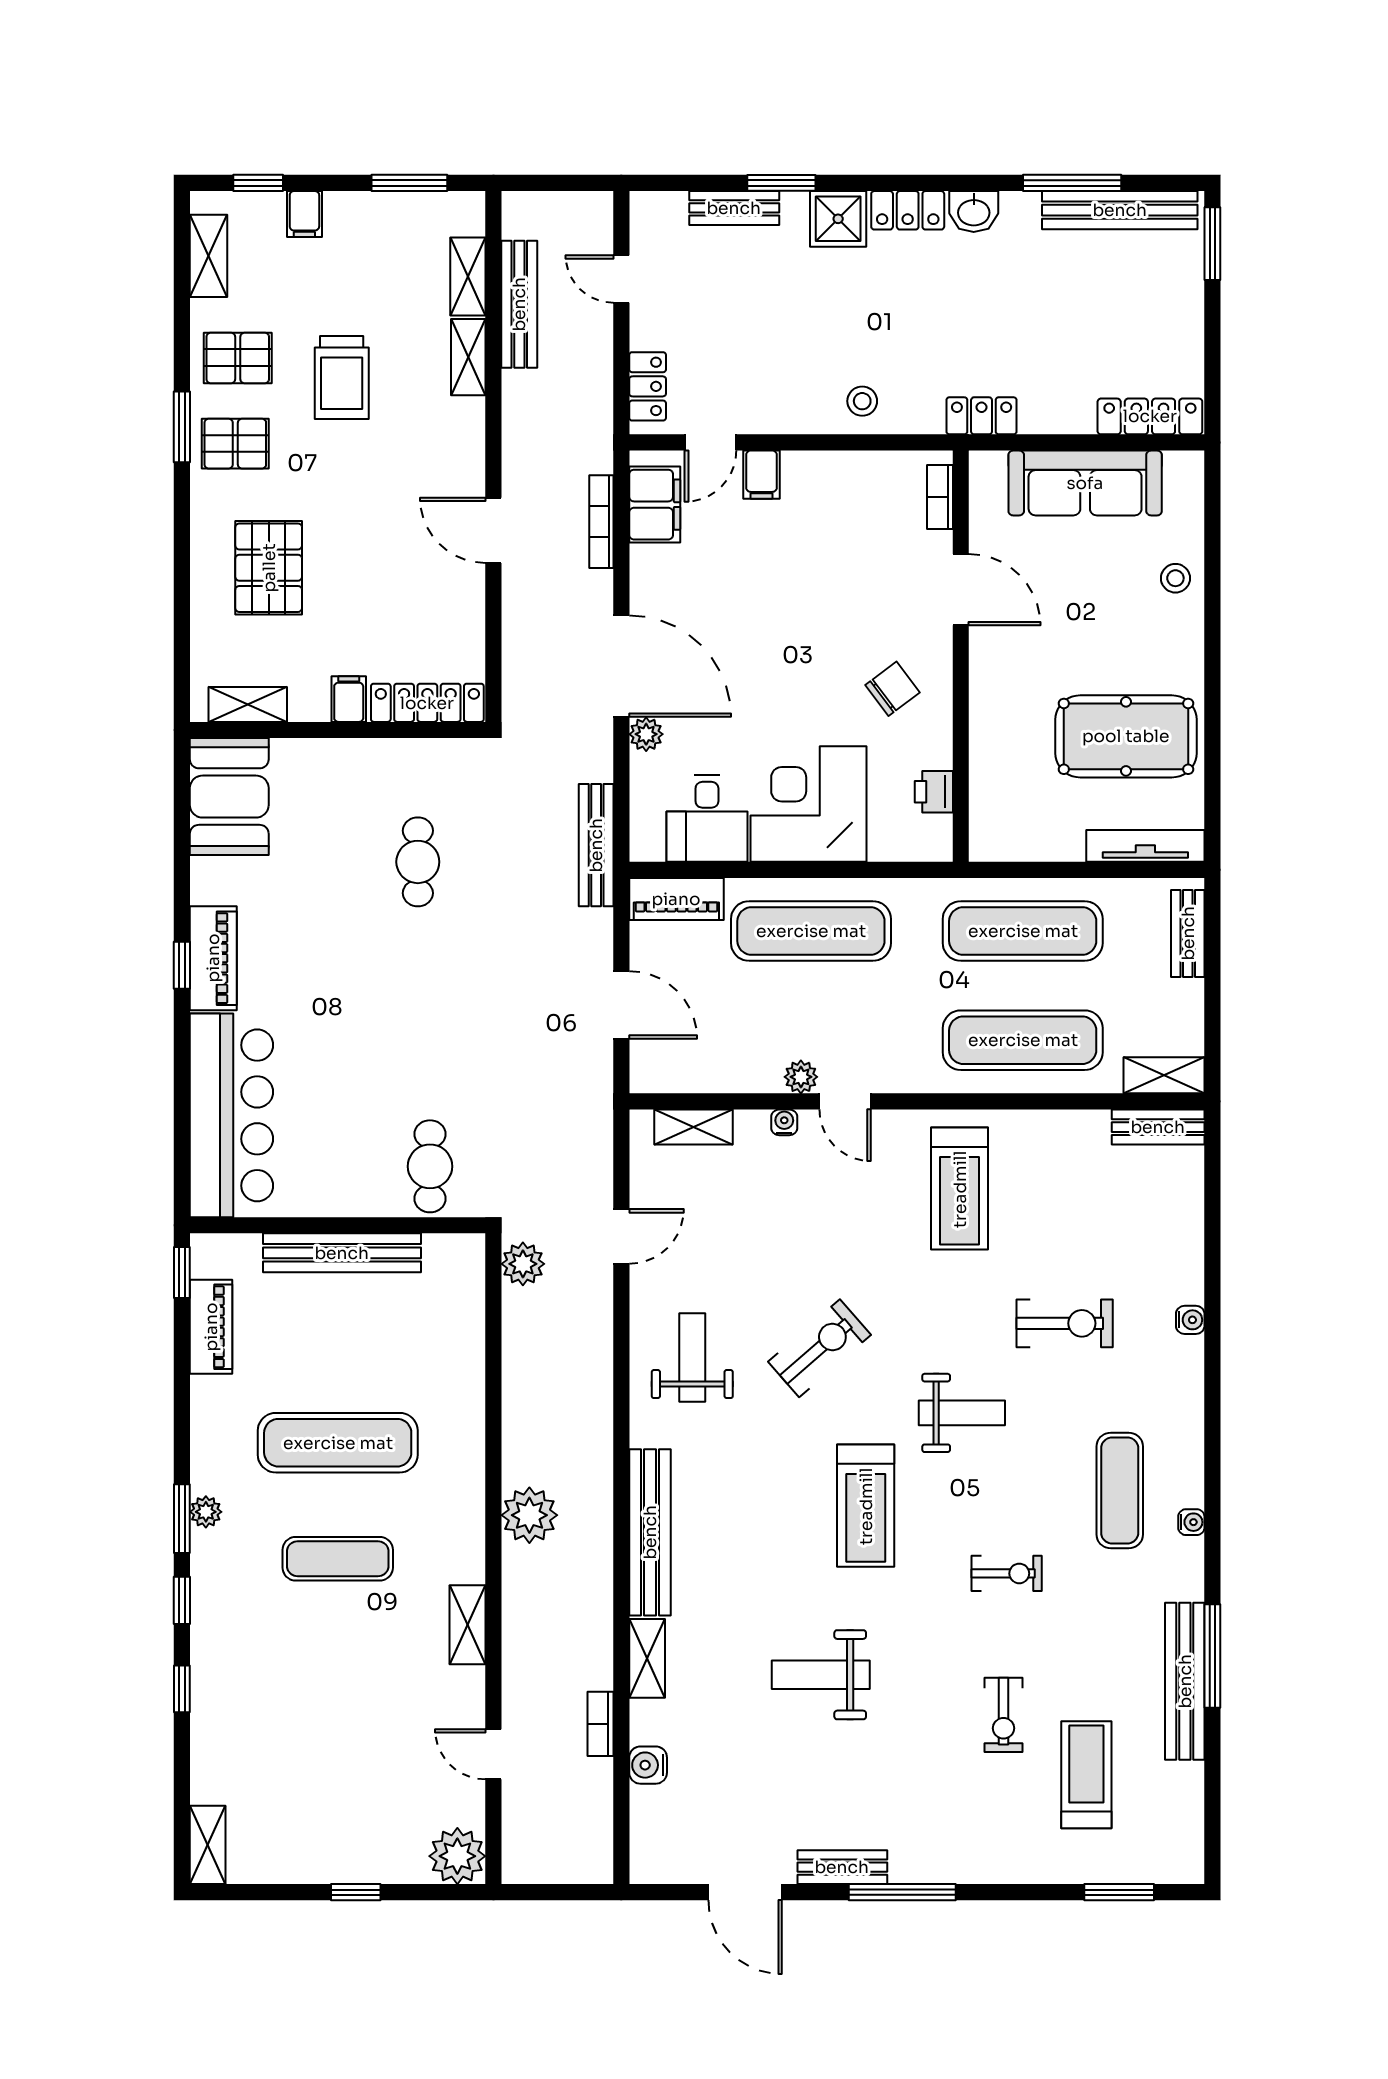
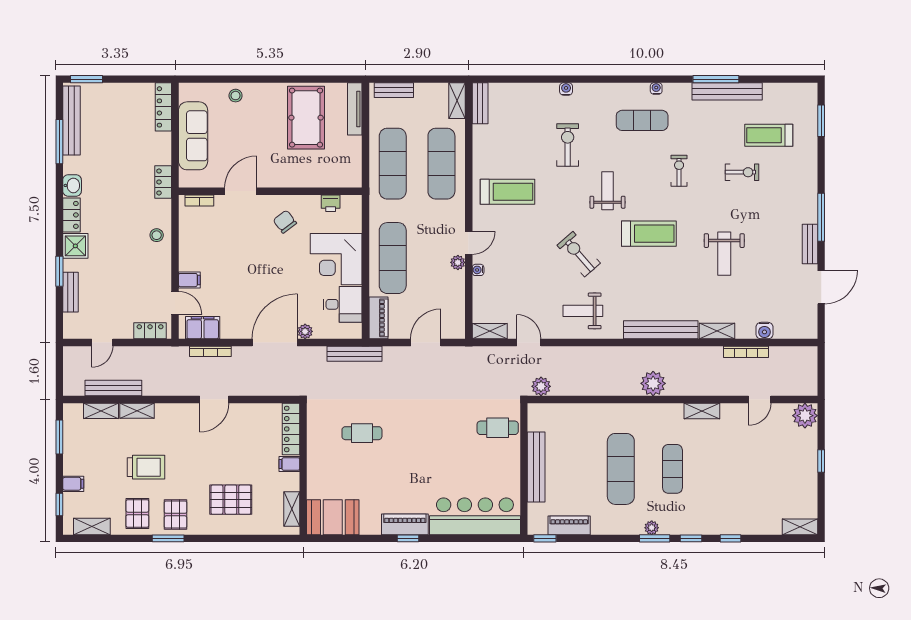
shelving: (693, 1127) -> (490, 331), moved, turned 90
bookcase: (600, 1724) -> (746, 352), width x1.56

